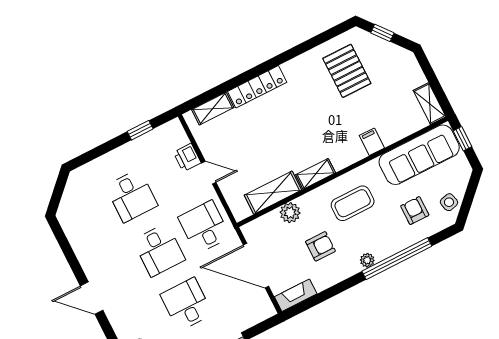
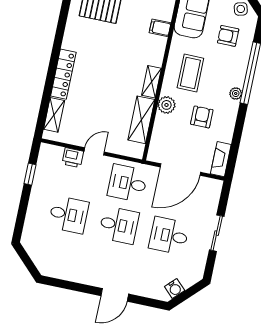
plant: (290, 213) -> (166, 105), moved

